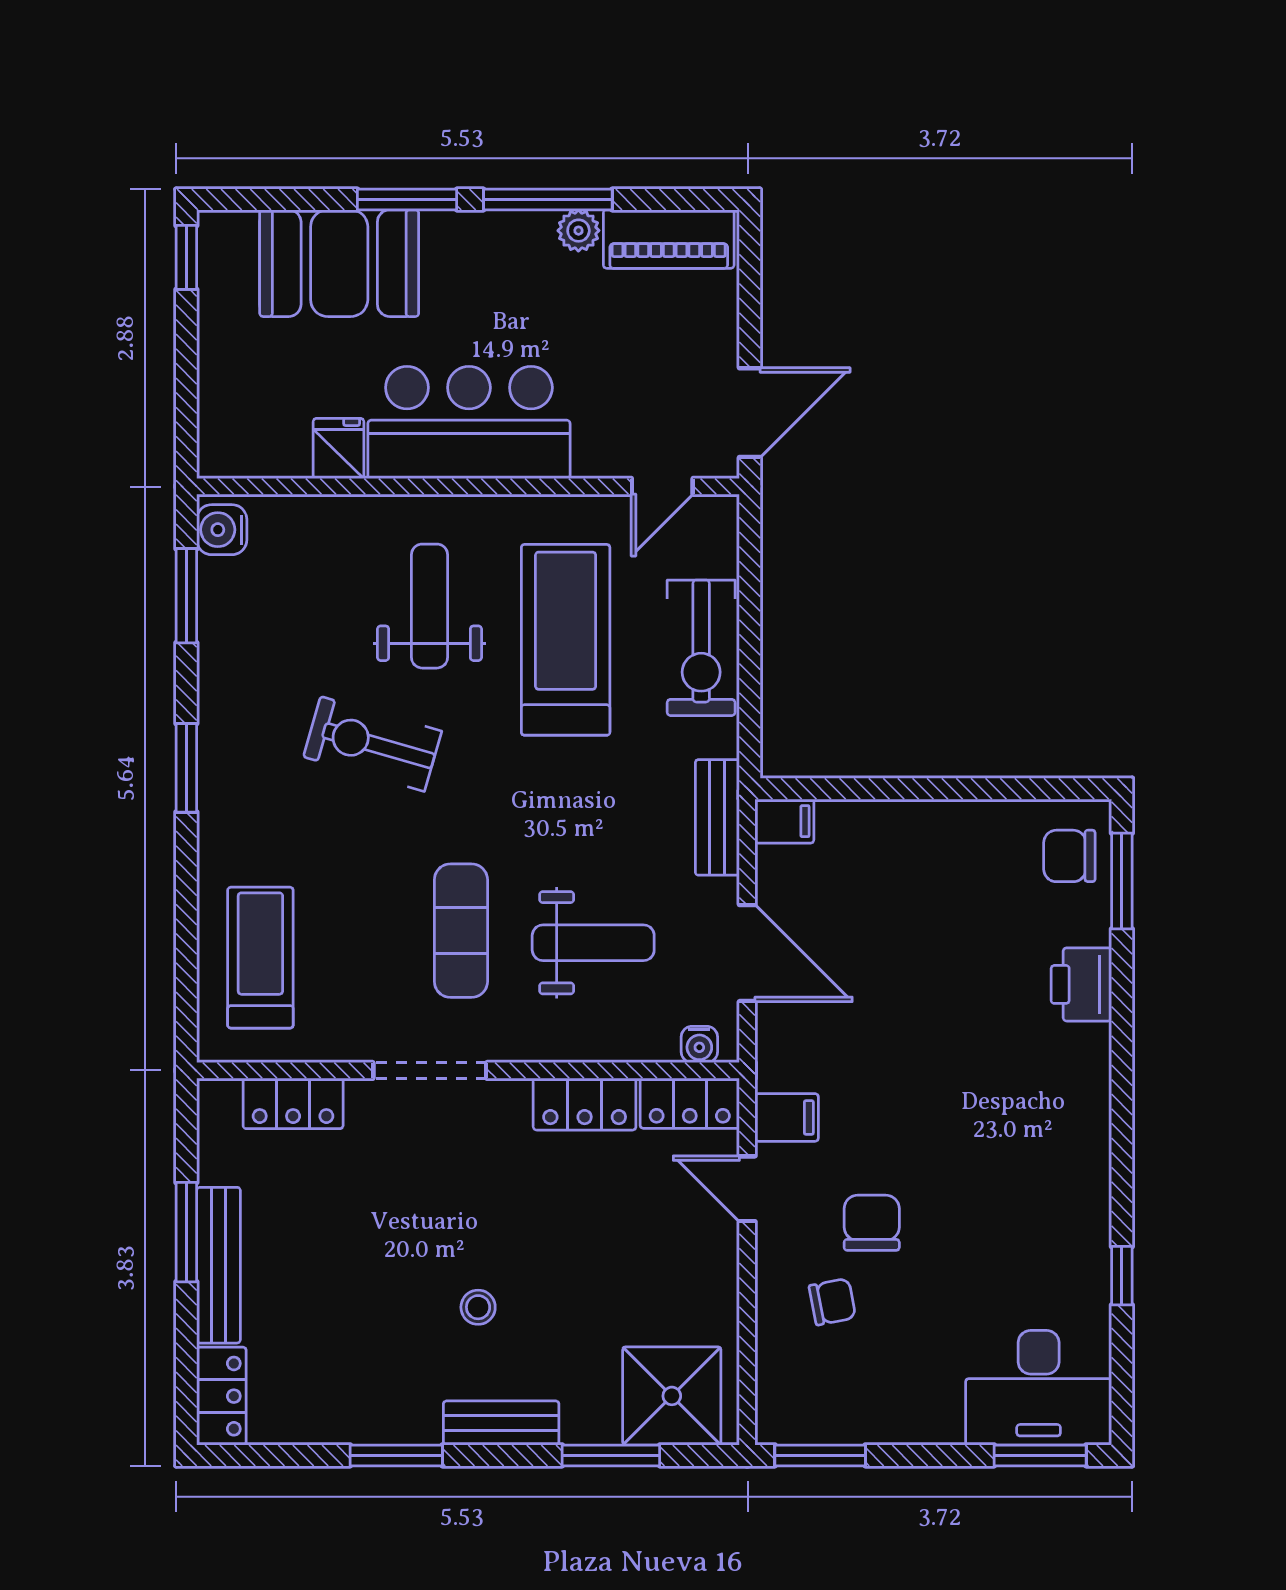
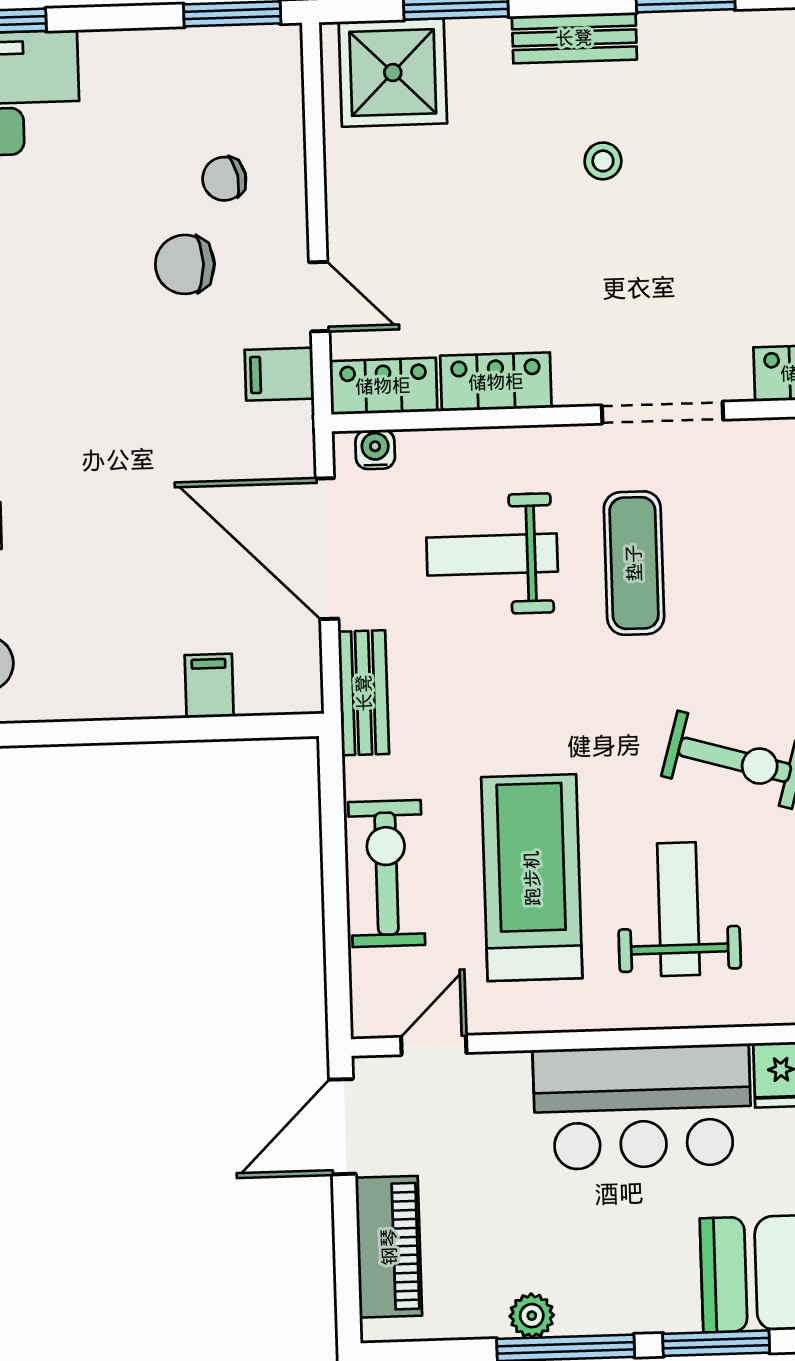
piano: (669, 239) -> (389, 1247), moved, turned 90
weight bench: (430, 606) -> (678, 909), turned 180
treadmill: (566, 640) -> (532, 878), turned 180
filing cabinet: (784, 821) -> (209, 686), moved, turned 90
door: (747, 953) -> (327, 549), width x1.36
chair: (872, 1223) -> (185, 264), turned 90

